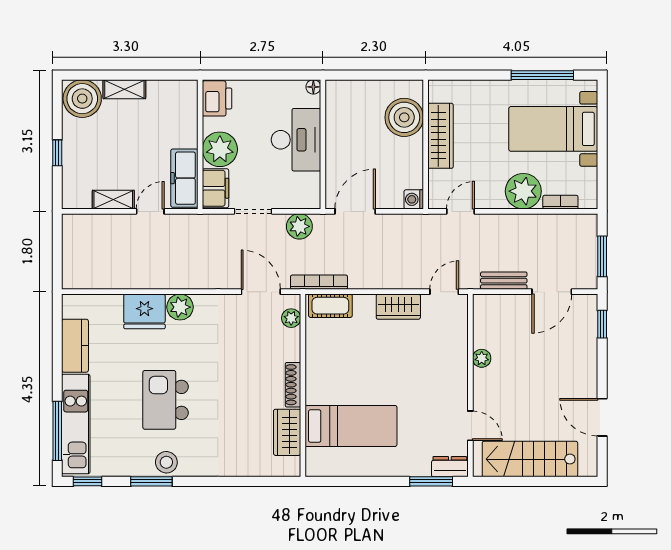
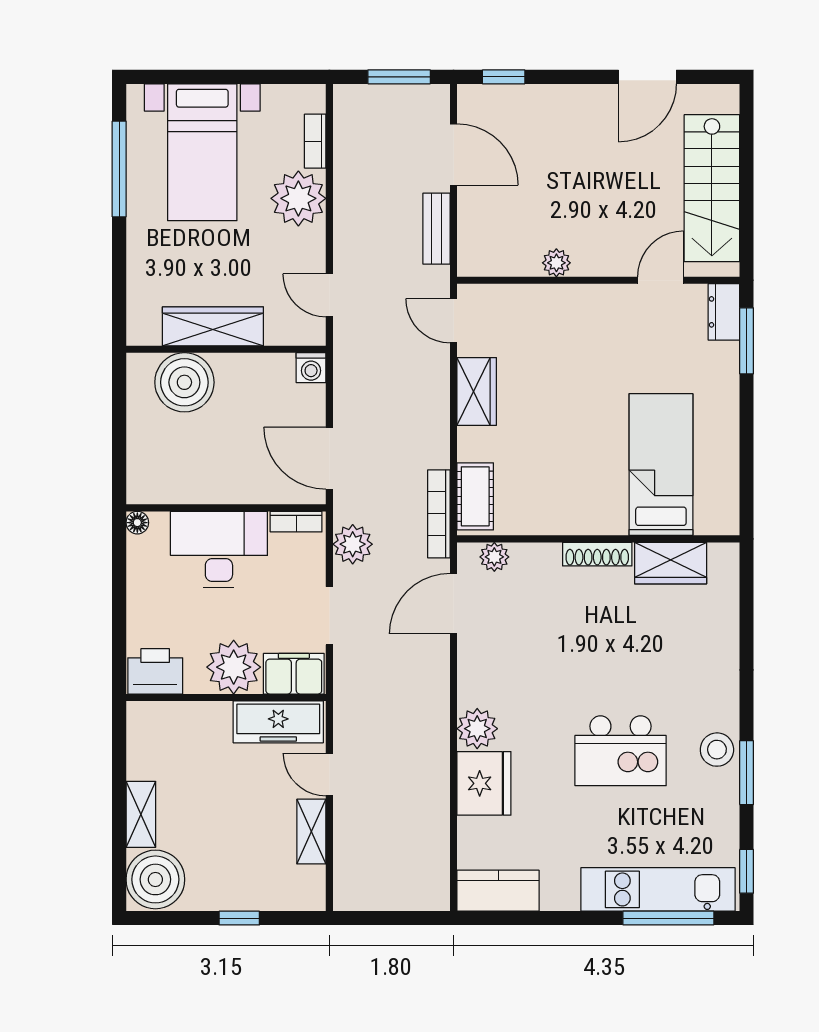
bookcase: (314, 190) -> (296, 522), added
kitchen counter: (75, 346) -> (498, 891), moved

